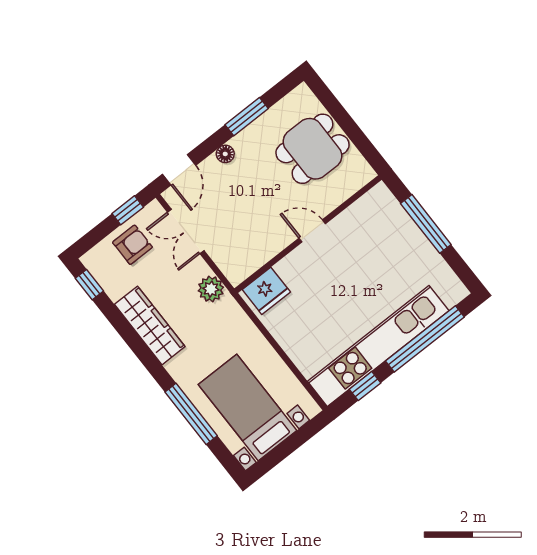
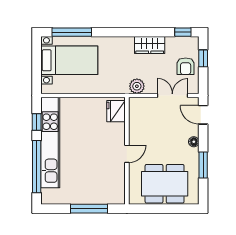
dining table: (313, 149) -> (165, 184), width x1.37
window: (128, 210) -> (203, 58), moved
wardrobe: (150, 325) -> (150, 45), width x0.67
window: (191, 414) -> (72, 32), moved

